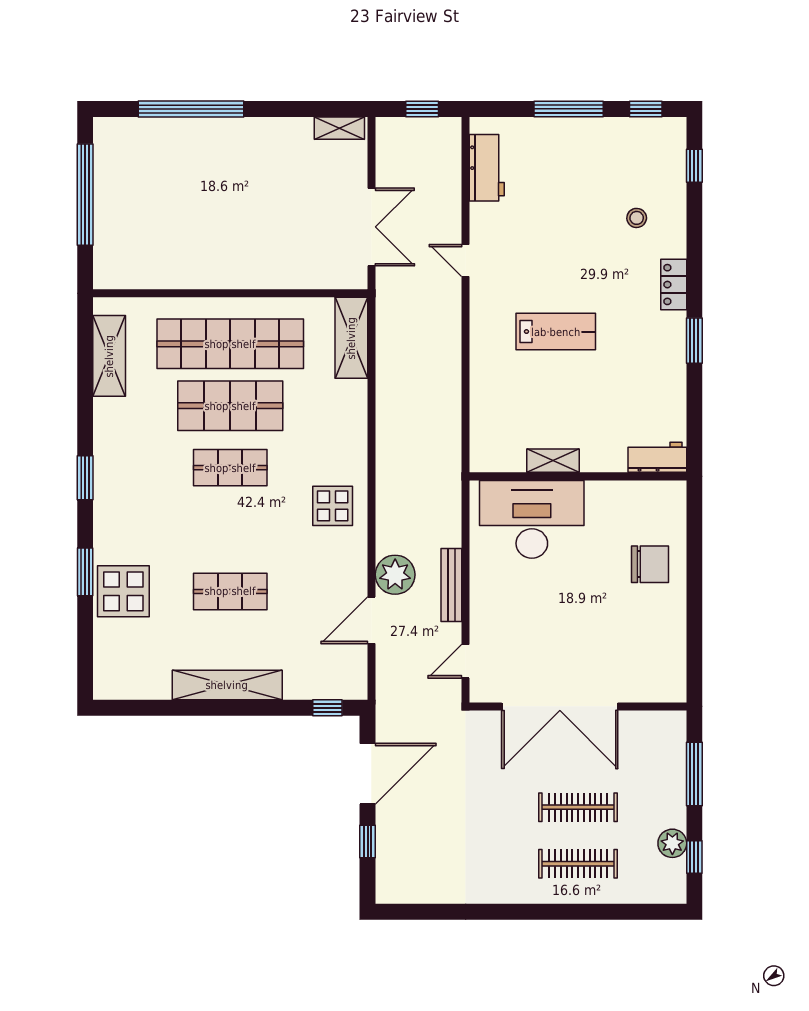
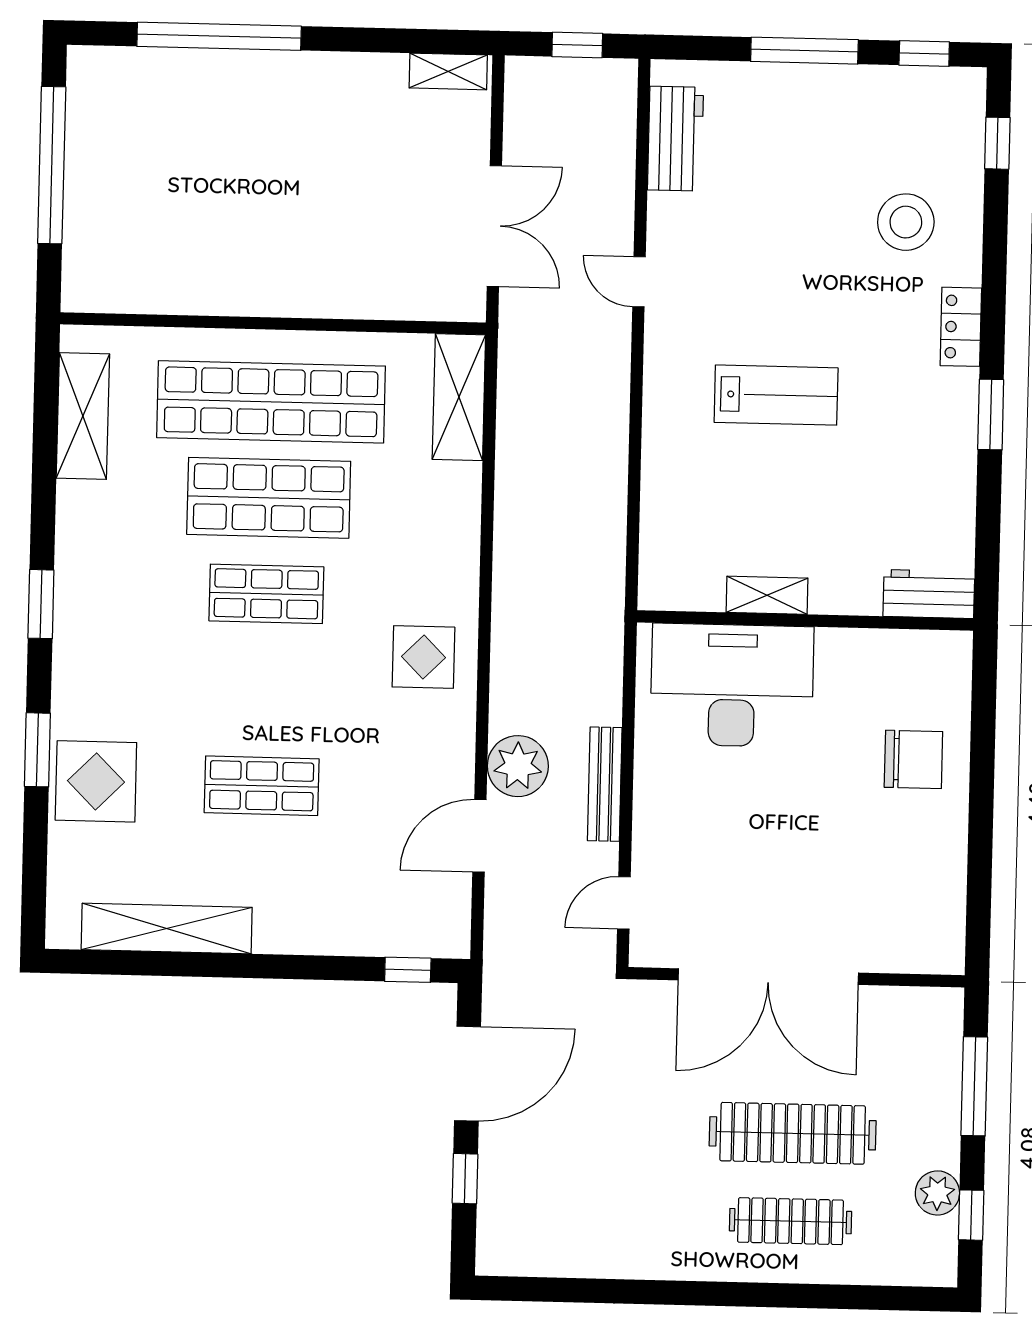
stool: (637, 218) -> (906, 222), width x1.89, depth x1.89
shelving: (227, 685) -> (167, 928), moved
clothes rail: (578, 807) -> (793, 1133), width x1.37, depth x1.31

